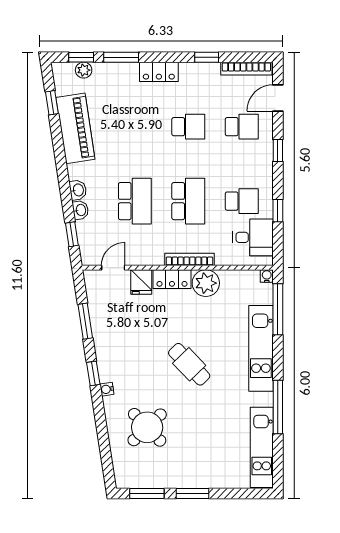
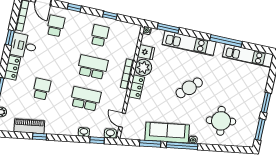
window: (52, 103) -> (40, 136), moved
school desk: (188, 127) -> (42, 89), moved
piano: (75, 128) -> (29, 126), width x0.73, depth x0.75
washbasin: (78, 190) -> (110, 133), moved
desk: (253, 237) -> (24, 46), moved, turned -90
fridge: (141, 282) -> (146, 52), moved
window: (278, 309) -> (168, 28), width x0.69
sofa: (109, 345) -> (167, 133), added
window: (93, 373) -> (182, 146), width x2.17
round table: (147, 427) -> (221, 121), turned 35

